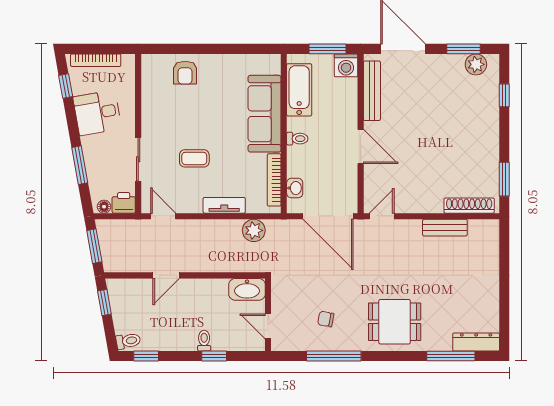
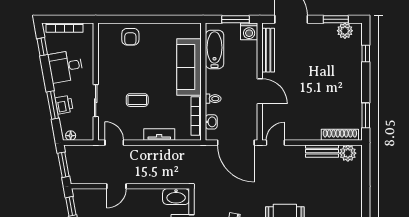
toilet: (297, 139) -> (213, 99), moved
printer: (124, 203) -> (64, 105), moved, turned 80
plant: (254, 230) -> (348, 153), moved

